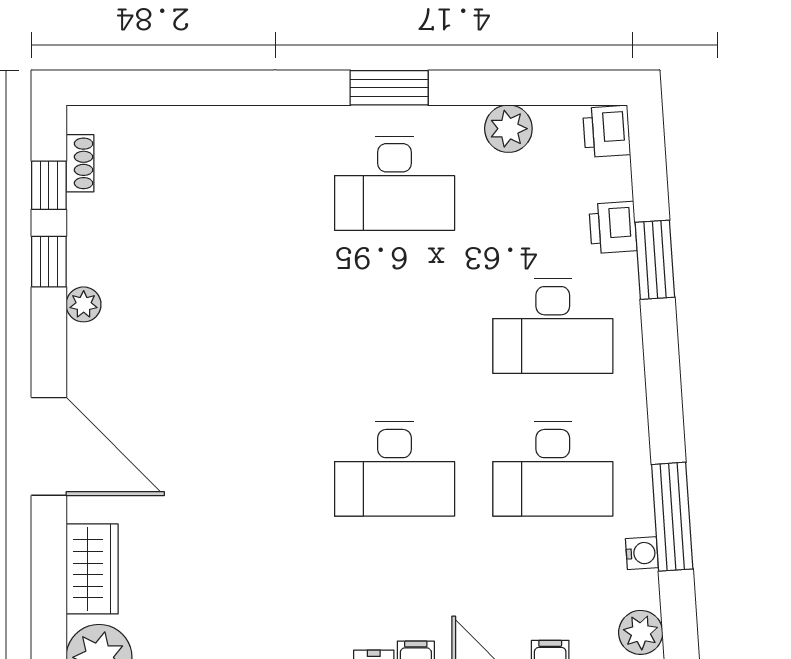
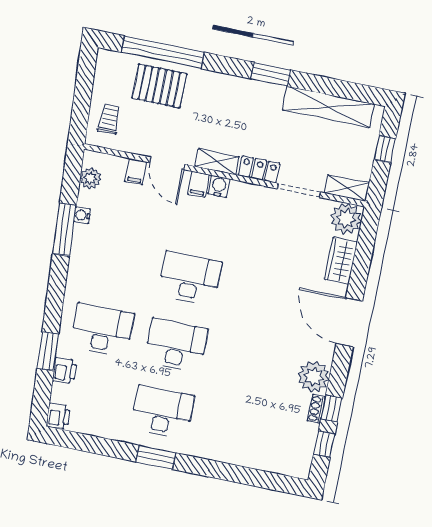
plant: (508, 129) -> (104, 427), removed
shoe rack: (80, 163) -> (316, 409), moved
plant: (84, 304) -> (314, 377), width x1.88, depth x1.88
desk: (553, 469) -> (176, 345), moved

